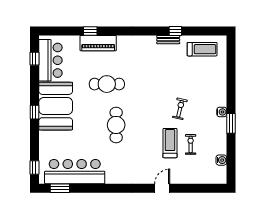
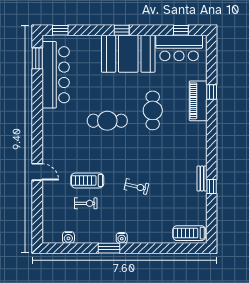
treadmill: (202, 49) -> (189, 233), moved, turned 90
exercise bike: (180, 109) -> (136, 187), moved
treadmill: (170, 143) -> (87, 180), turned 180

